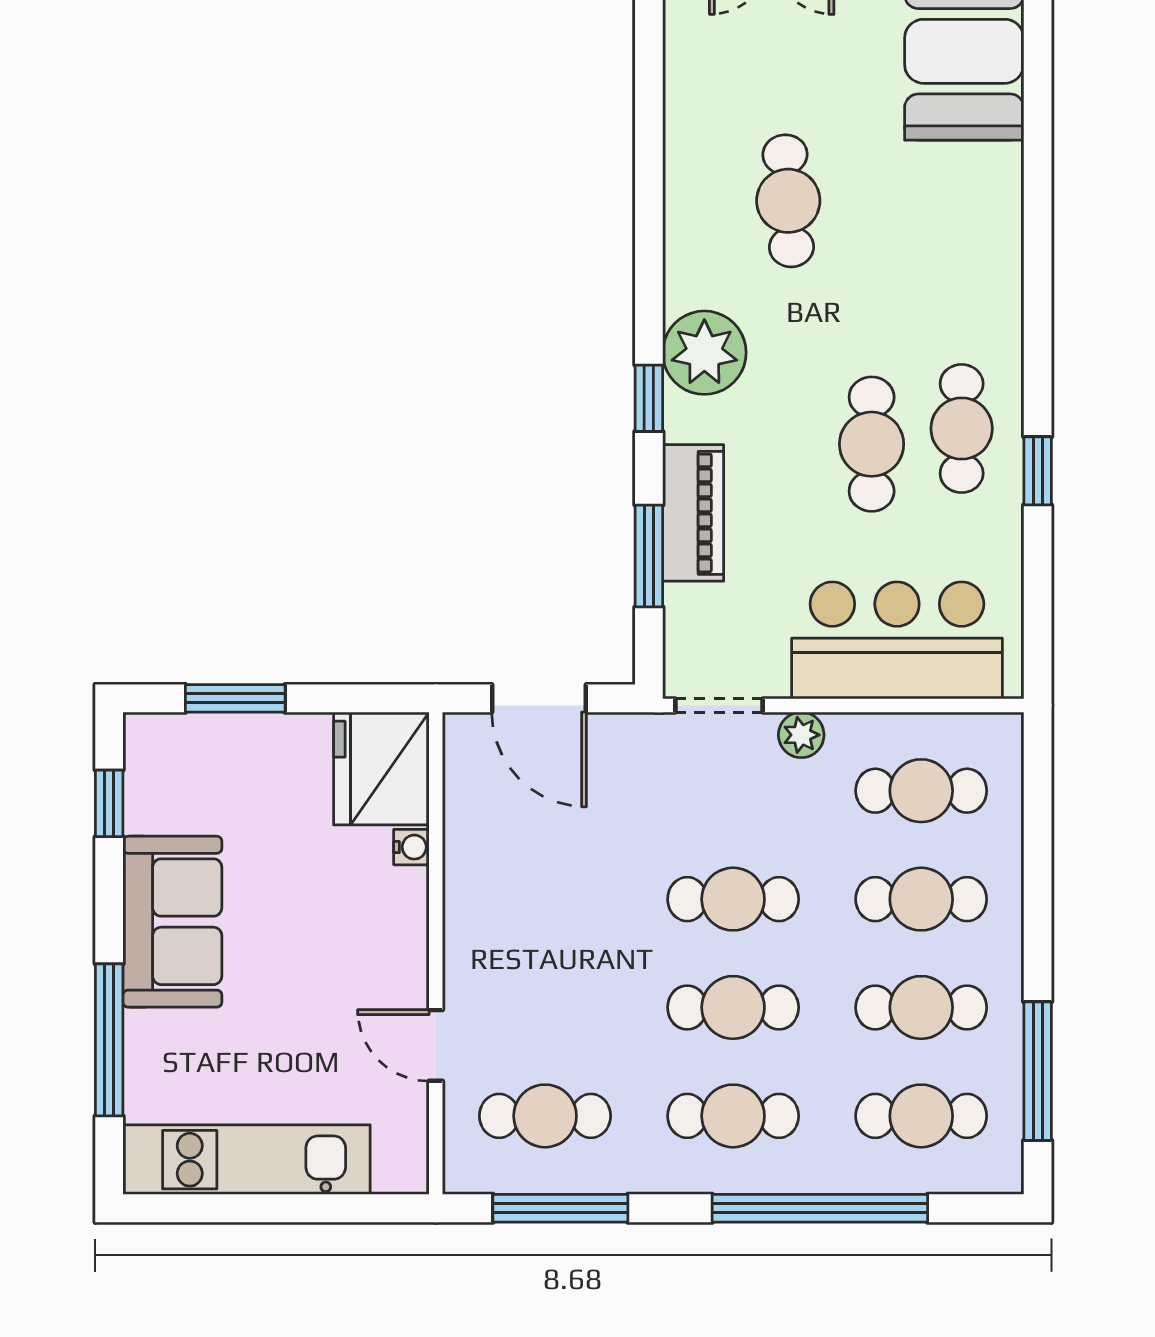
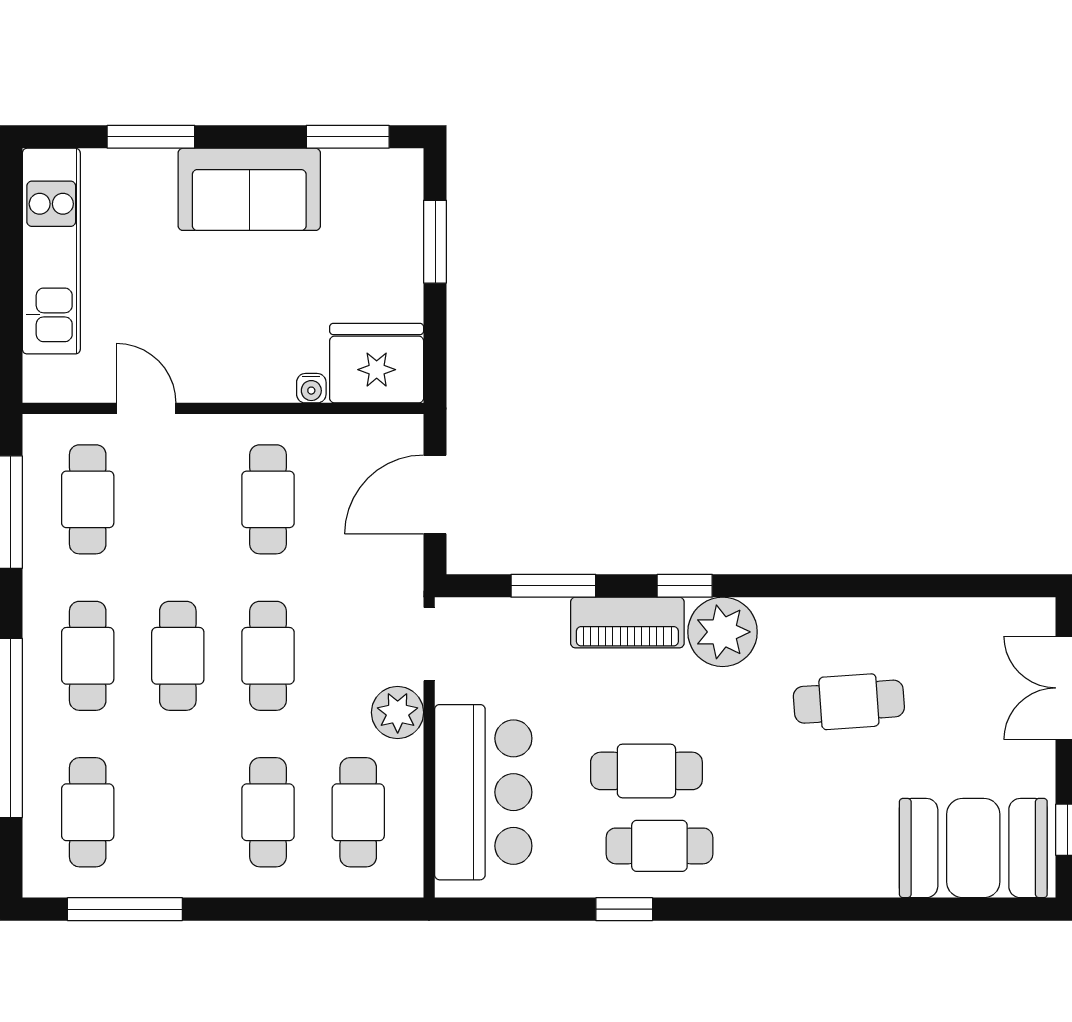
piano: (693, 513) -> (627, 623), moved
plant: (801, 735) -> (398, 712), width x1.38, depth x1.38
window: (109, 803) -> (348, 137), width x1.50
cafe table: (921, 1007) -> (268, 499), moved
window: (109, 1040) -> (151, 137), width x0.69
door: (436, 1045) -> (146, 408), hinge flipped

